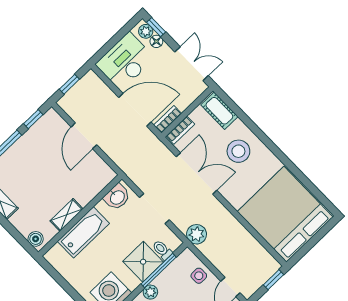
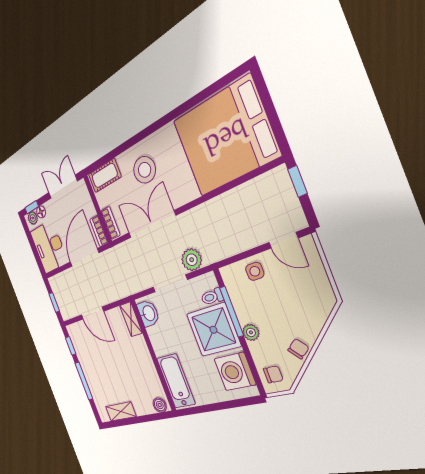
shelving: (67, 215) -> (131, 319), moved
bathtub: (83, 232) -> (176, 381), moved
plant: (197, 234) -> (192, 260), moved
shower: (143, 262) -> (213, 330), width x1.37, depth x1.37

